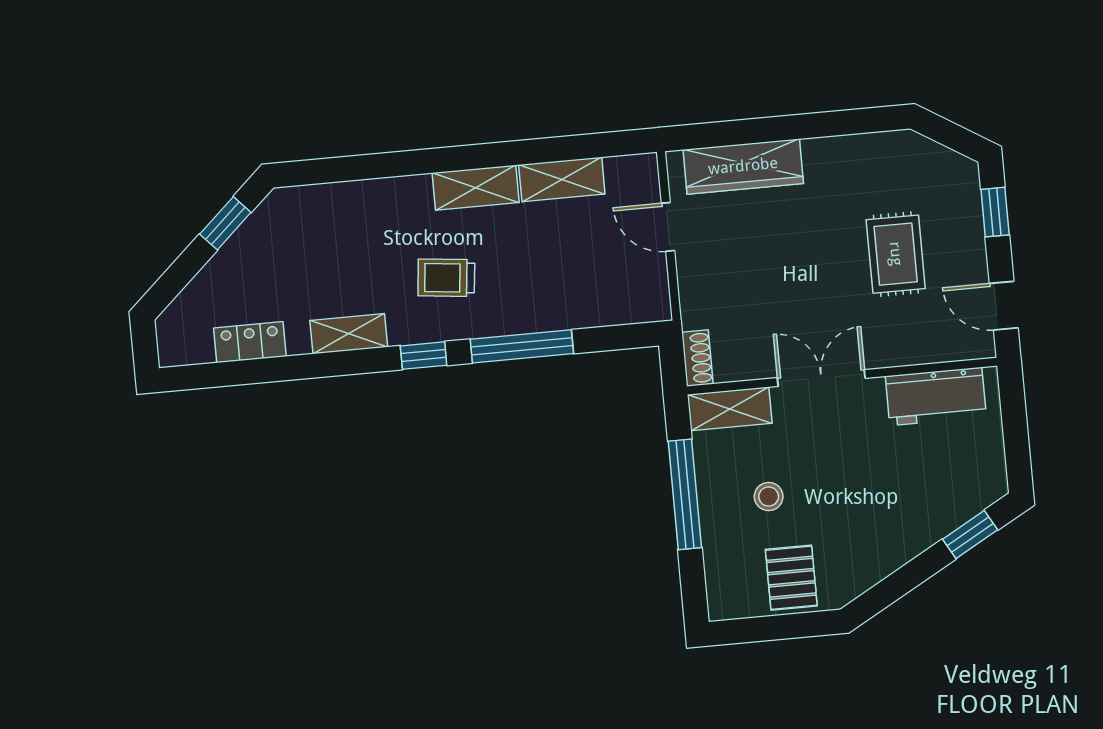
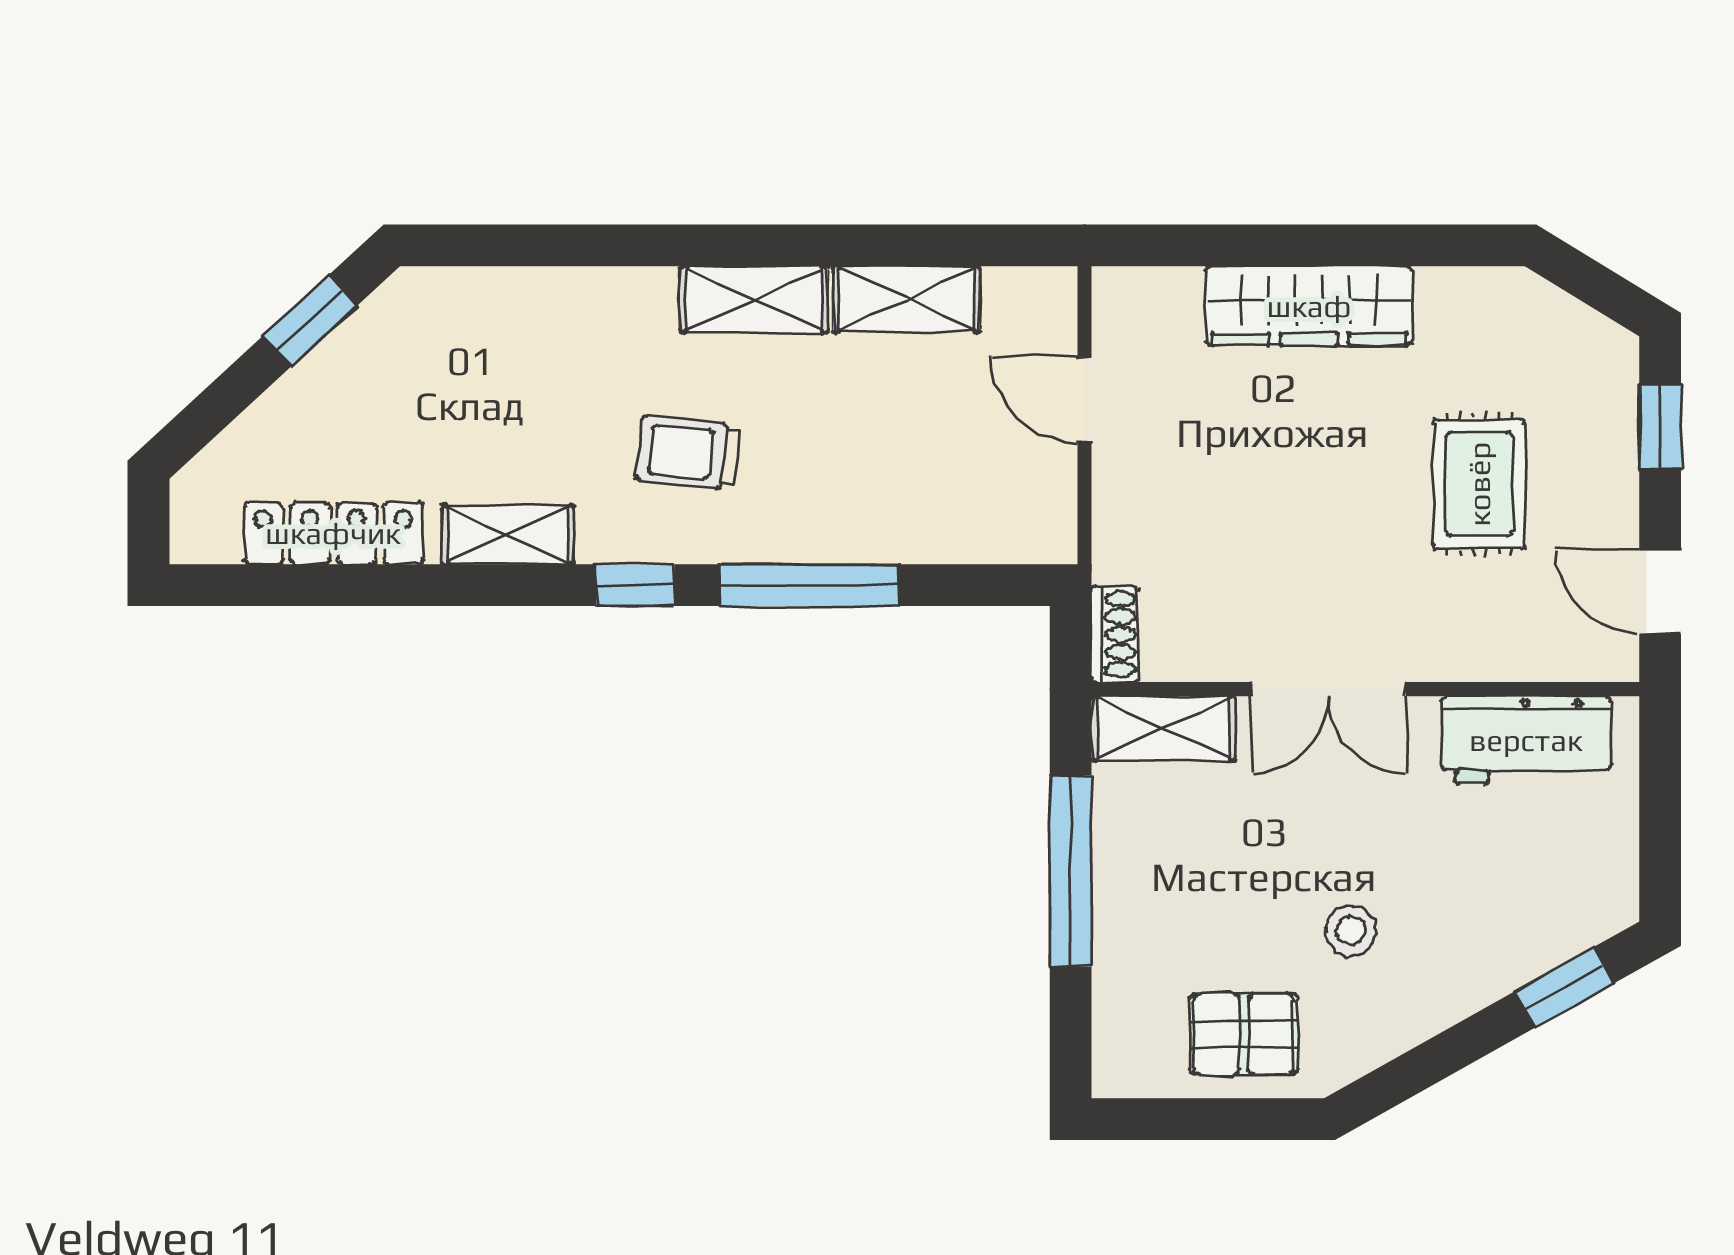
wardrobe: (743, 166) -> (1309, 306), moved
locker: (250, 342) -> (333, 533), width x1.53
double door: (821, 378) -> (1329, 689), swing flipped
stool: (769, 497) -> (1351, 930), moved
pallet: (791, 578) -> (1244, 1034), turned 90

